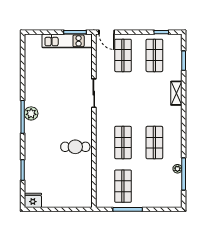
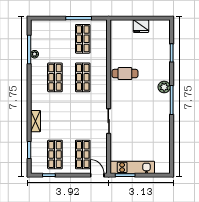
plant: (31, 113) -> (164, 87), moved
fridge: (33, 200) -> (141, 26), moved

